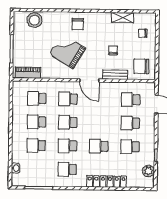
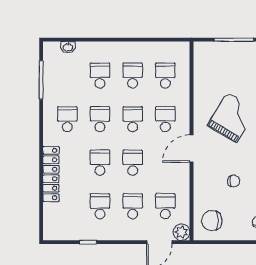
chair: (141, 66) -> (212, 221), turned -90
piano: (28, 73) -> (201, 63), removed
bench: (115, 75) -> (200, 184), removed
school desk: (99, 123) -> (133, 163), added
plant: (148, 171) -> (181, 232), moved

